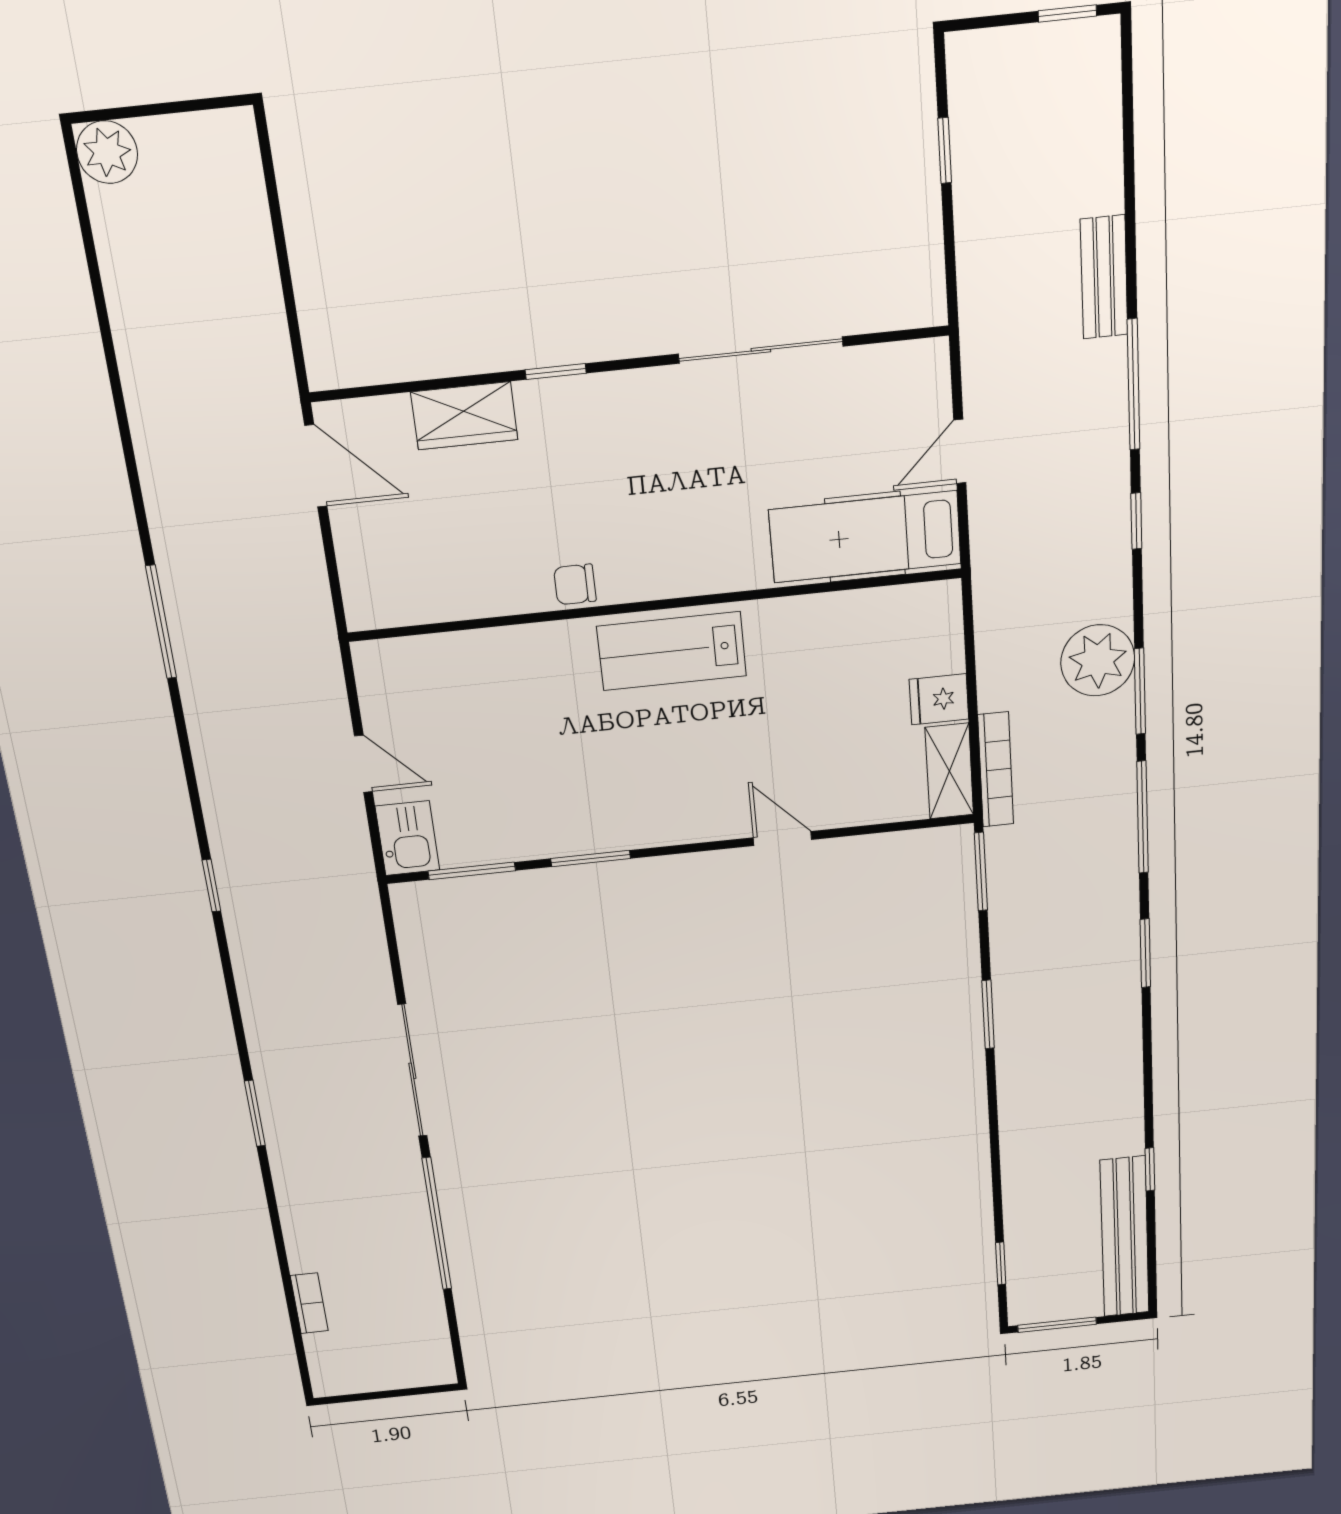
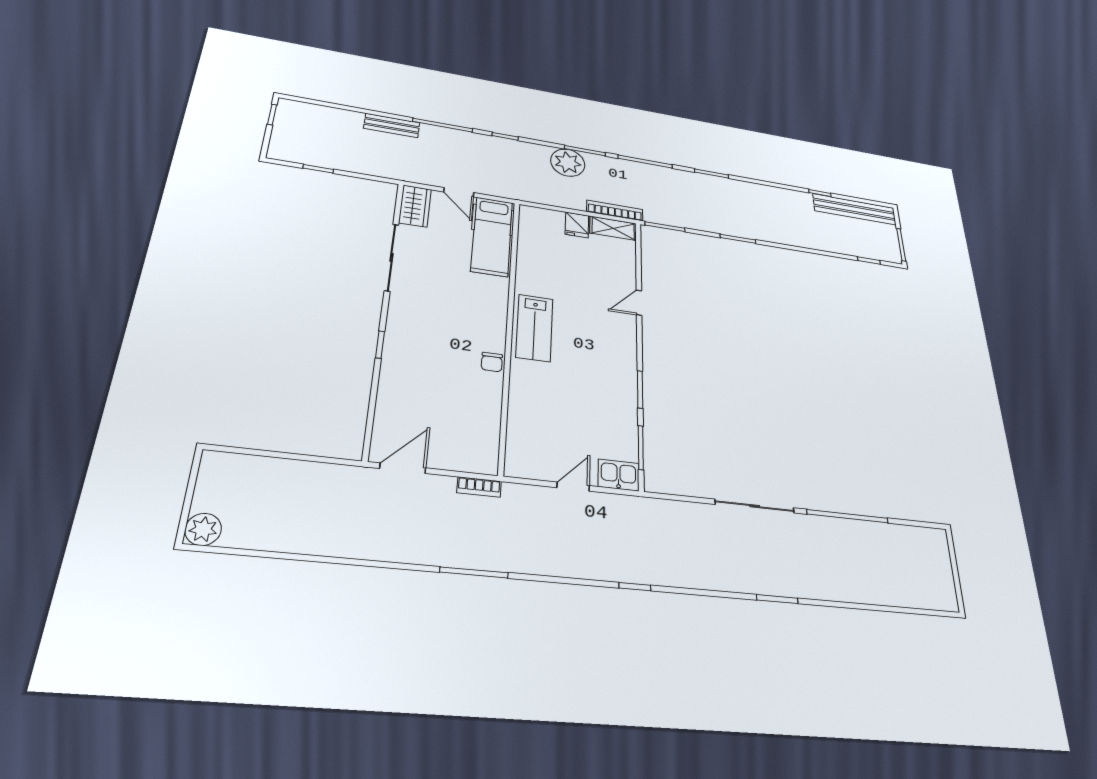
wardrobe: (464, 416) -> (415, 206), moved
bookcase: (309, 1303) -> (479, 487), moved, turned 180

